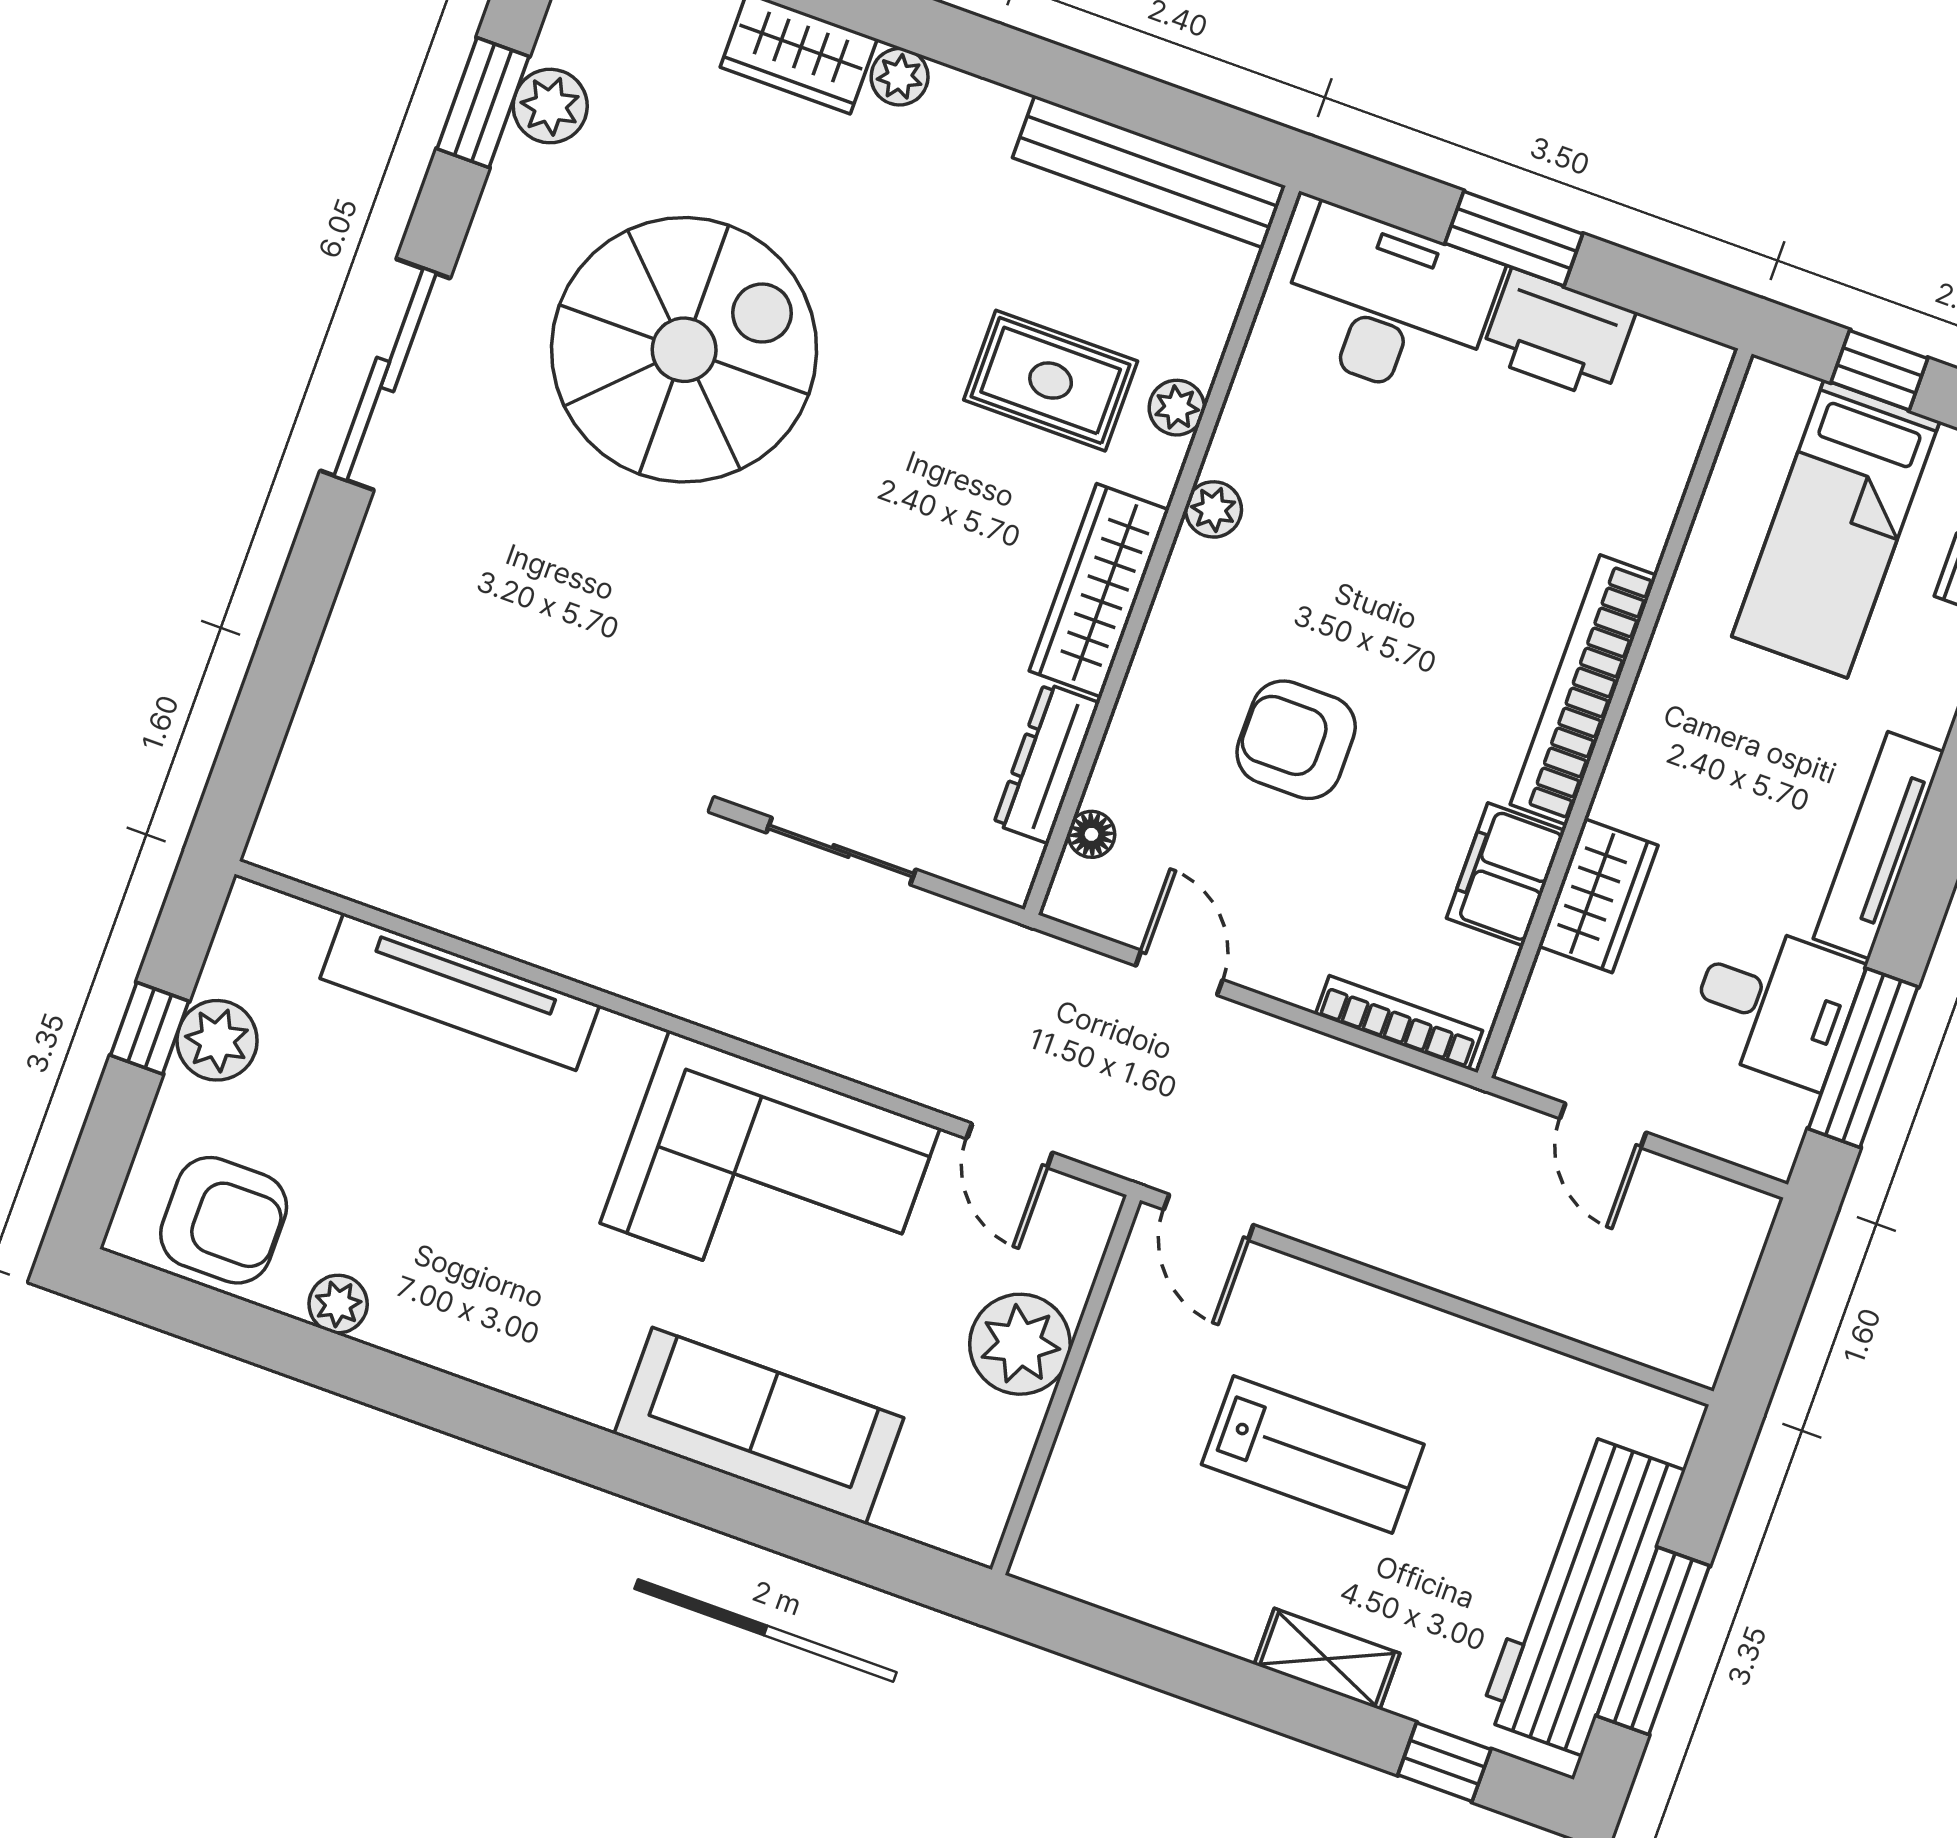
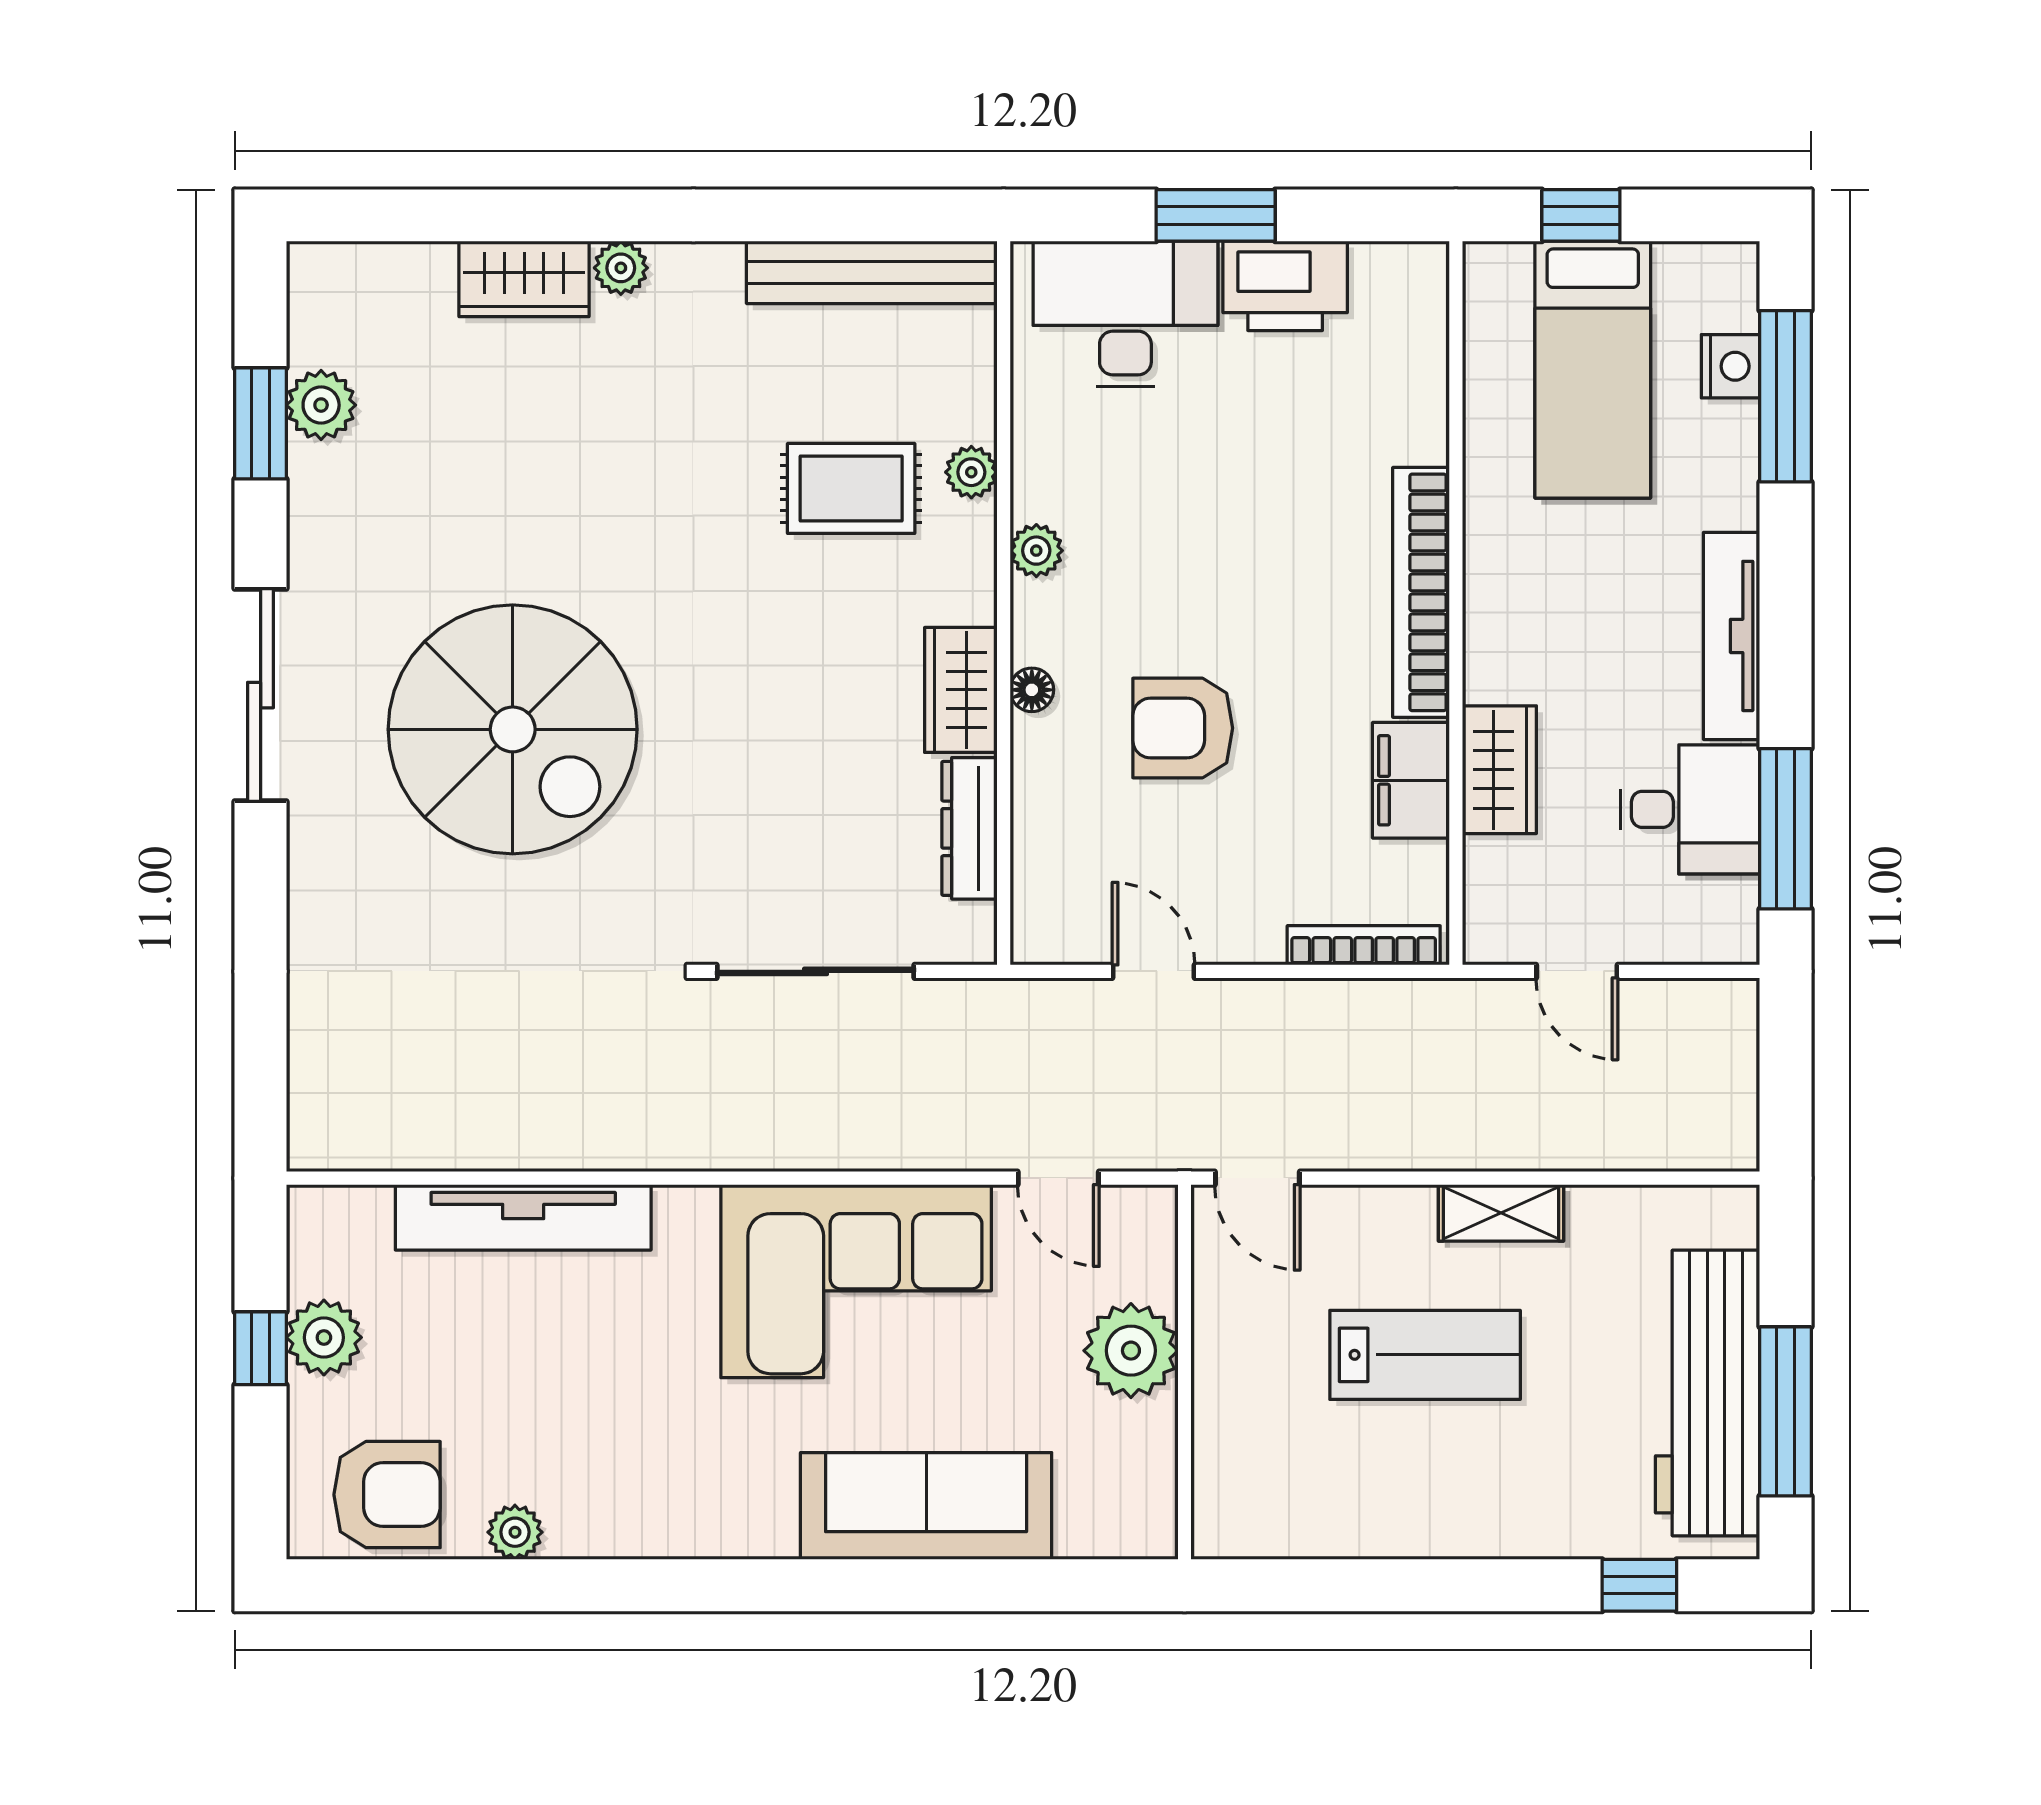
spiral stairs: (684, 350) -> (513, 729), moved, turned 90
wardrobe: (1099, 590) -> (961, 690), width x0.67
floor lamp: (1092, 834) -> (1032, 690), moved
sliding door: (841, 851) -> (816, 971), width x1.37
shelving: (1327, 1659) -> (1501, 1213), moved

